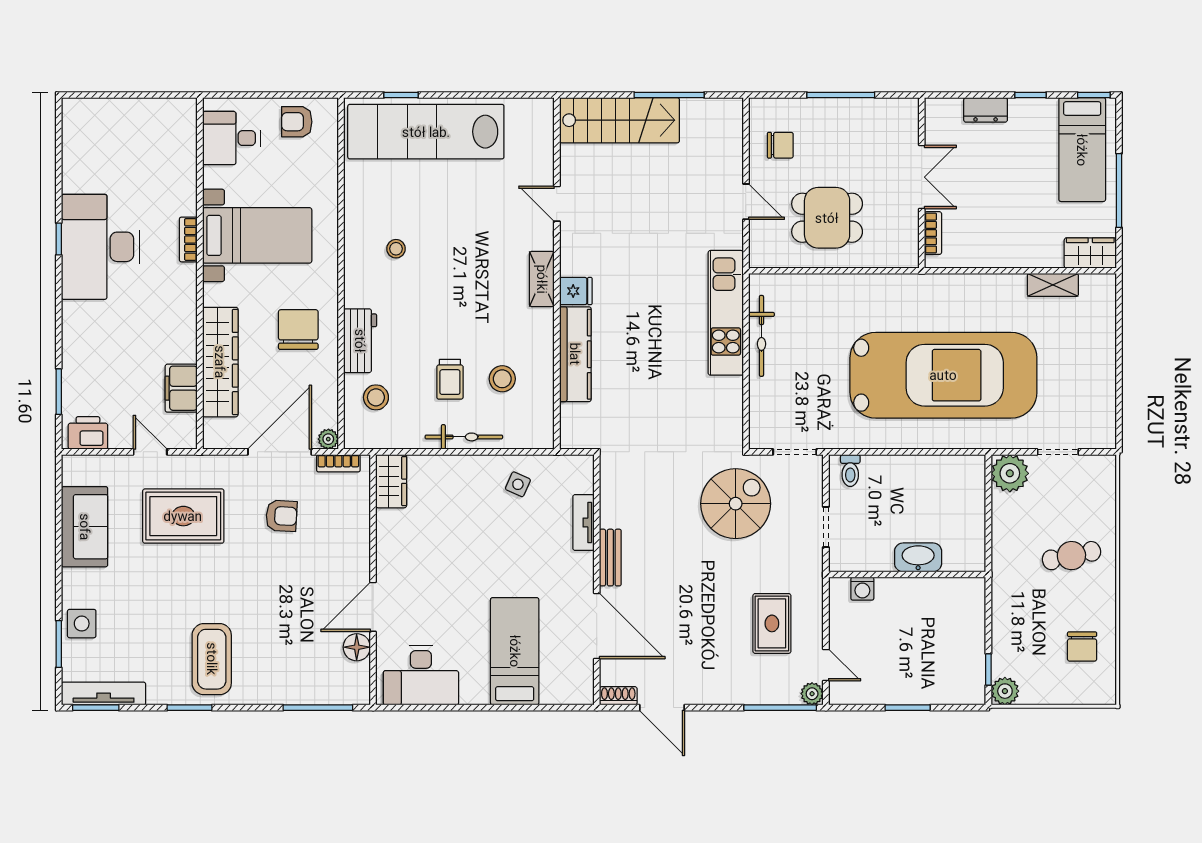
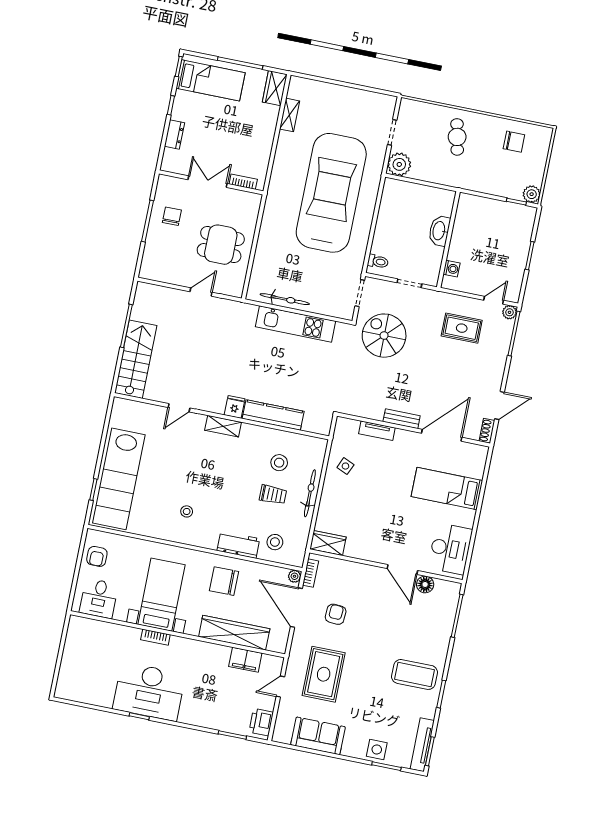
chair: (780, 145) -> (172, 216), moved
dining table: (827, 218) -> (221, 245), turned 90
kitchen unit: (726, 313) -> (296, 324), moved

